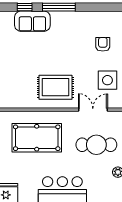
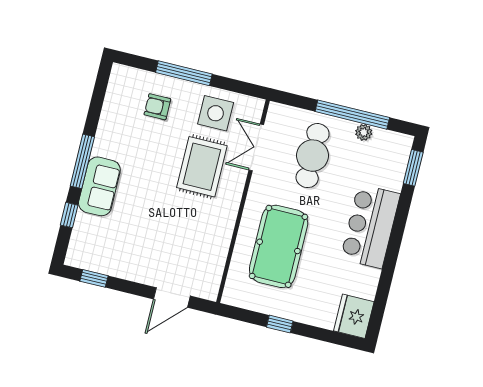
sofa: (32, 21) -> (99, 186), moved
rug: (55, 87) -> (202, 167), moved

